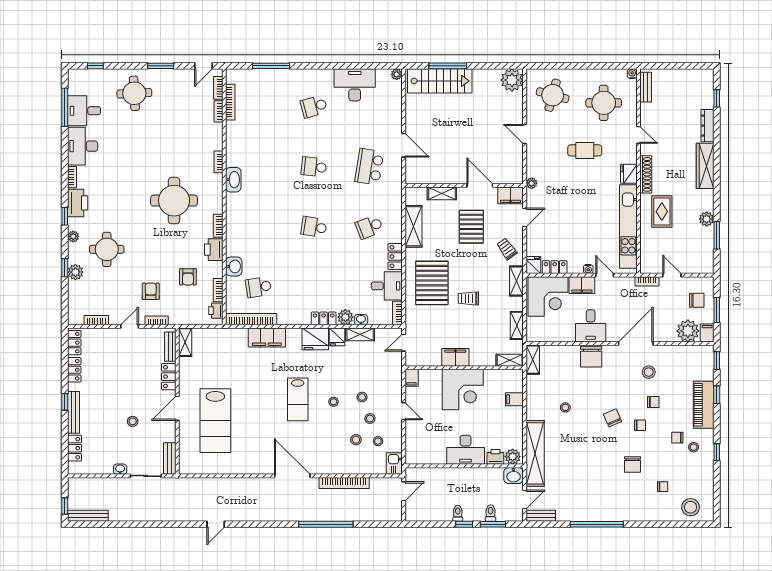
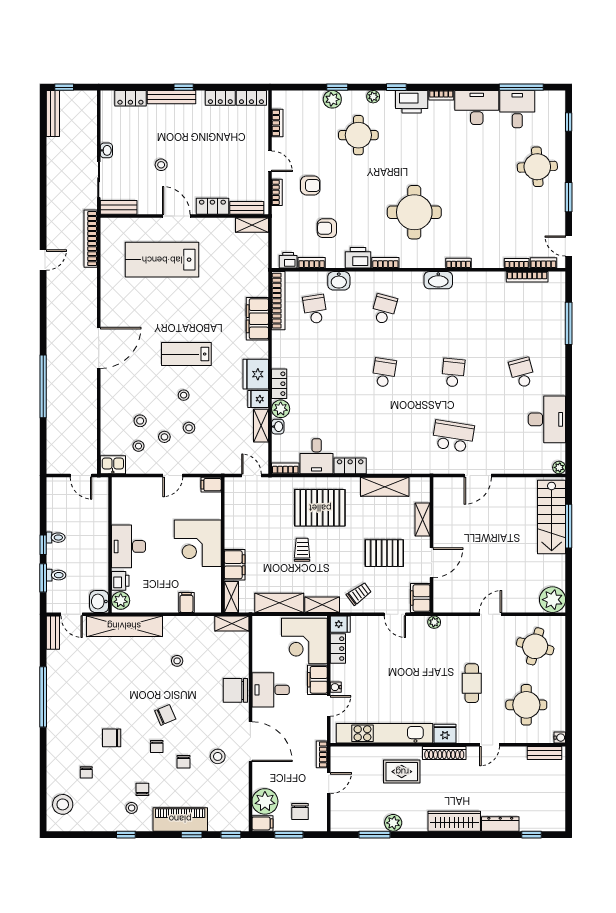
school desk: (369, 227) -> (384, 309), moved, turned 36
shelving: (517, 325) -> (279, 603), width x1.50, depth x1.33
filing cabinet: (455, 357) -> (235, 565), moved
bookcase: (344, 483) -> (91, 239), moved
door: (216, 524) -> (43, 260), swing flipped

